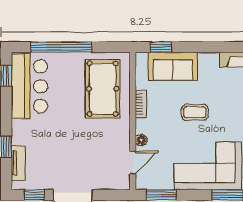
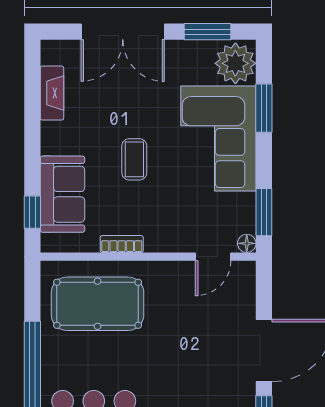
floor lamp: (141, 140) -> (247, 243), moved
door: (133, 162) -> (213, 257), swing flipped

